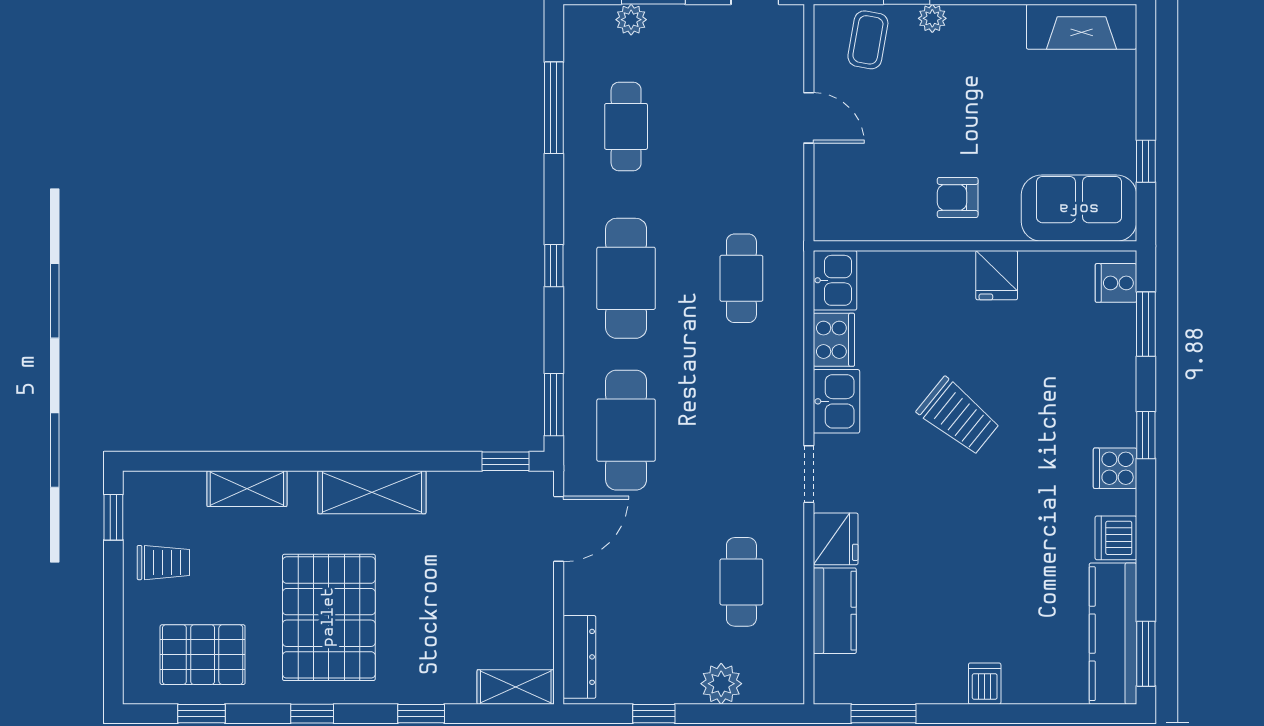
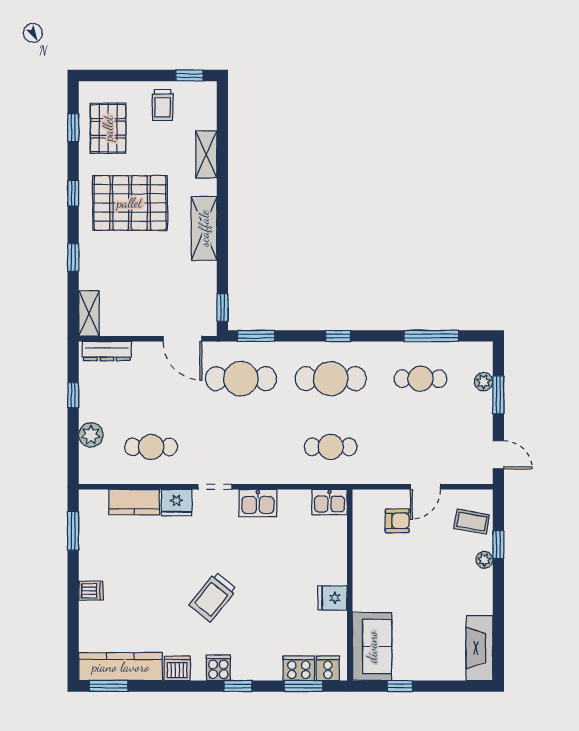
armchair: (958, 197) -> (397, 521), moved, turned 90
cooker: (834, 340) -> (299, 668), moved, turned 180
trolley: (958, 417) -> (213, 597), moved

